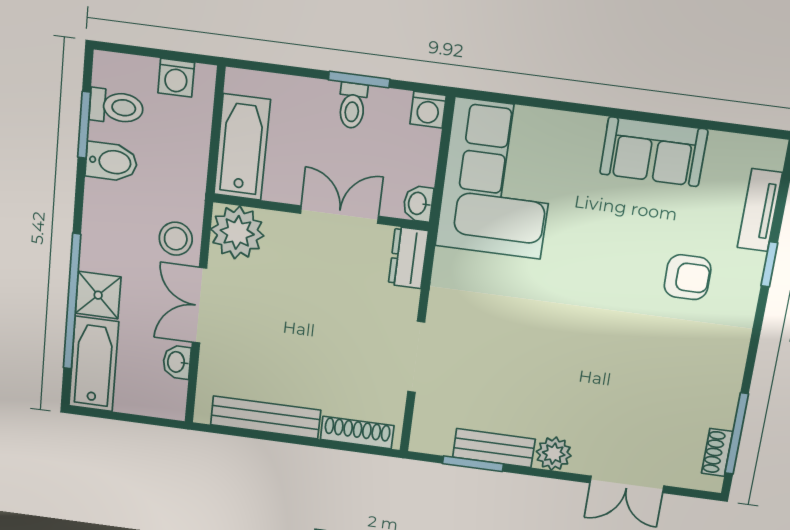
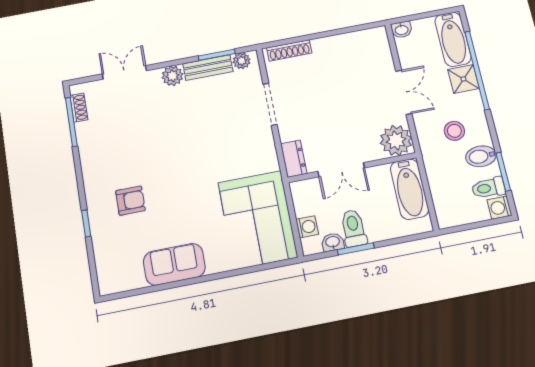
washing machine: (176, 78) -> (499, 208), moved, turned -90
toilet: (352, 106) -> (353, 228), width x1.37, depth x1.39
washing machine: (428, 110) -> (307, 227), moved, turned 90
washbasin: (418, 204) -> (333, 242), moved, turned -90
tv unit: (760, 210) -> (102, 252), removed
stool: (176, 239) -> (454, 131), moved
armchair: (688, 277) -> (130, 201), turned 180
washbasin: (177, 362) -> (402, 30), moved, turned 90
bench: (266, 417) -> (345, 42), removed
plant: (437, 441) -> (242, 61), added

